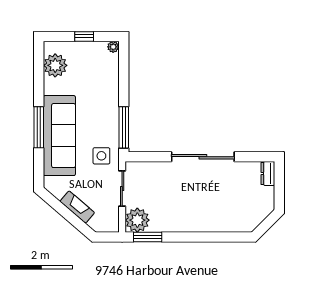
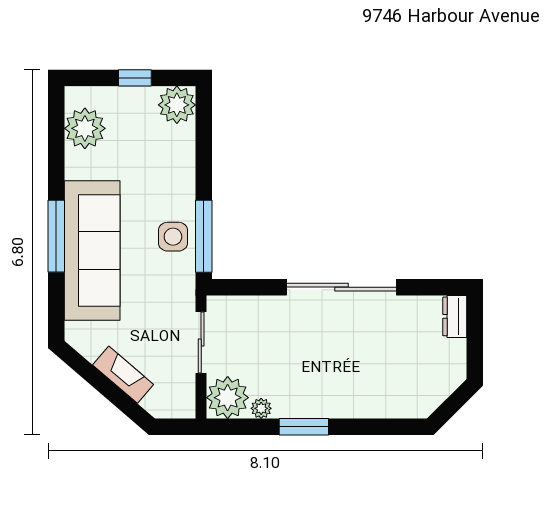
plant: (113, 47) -> (177, 105), width x1.88, depth x1.88
side table: (101, 156) -> (173, 237), moved
plant: (157, 226) -> (261, 408), added
window: (148, 237) -> (304, 427), moved

